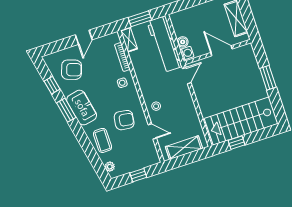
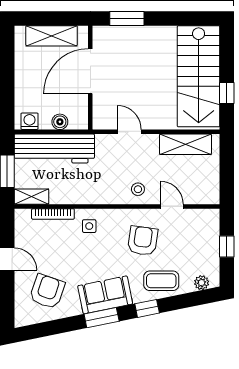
door: (222, 51) -> (90, 71), width x1.36
washing machine: (187, 53) -> (30, 121), moved
door: (187, 76) -> (129, 132), moved
window: (268, 78) -> (127, 18), moved
window: (52, 85) -> (147, 308), moved
door: (152, 131) -> (172, 206), hinge flipped
shelving: (184, 148) -> (185, 144), moved, turned 90

